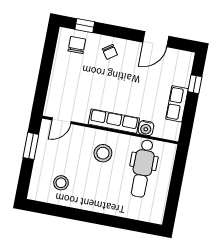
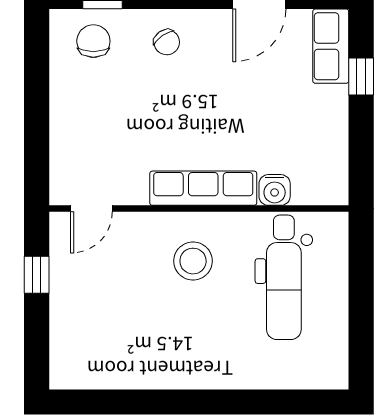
row of seats: (177, 104) -> (331, 46), moved
window: (31, 146) -> (37, 275), width x0.67
stool: (61, 183) -> (116, 341), removed

